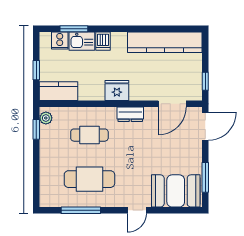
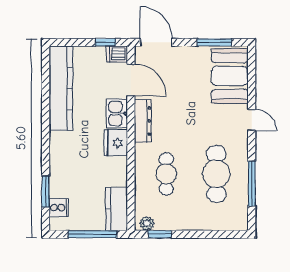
kitchen sink: (82, 41) -> (117, 113), moved, turned 180
dishwasher: (103, 41) -> (117, 54), moved, turned 180
window: (36, 70) -> (93, 234), width x2.17
dresser: (130, 114) -> (143, 121), width x1.44

